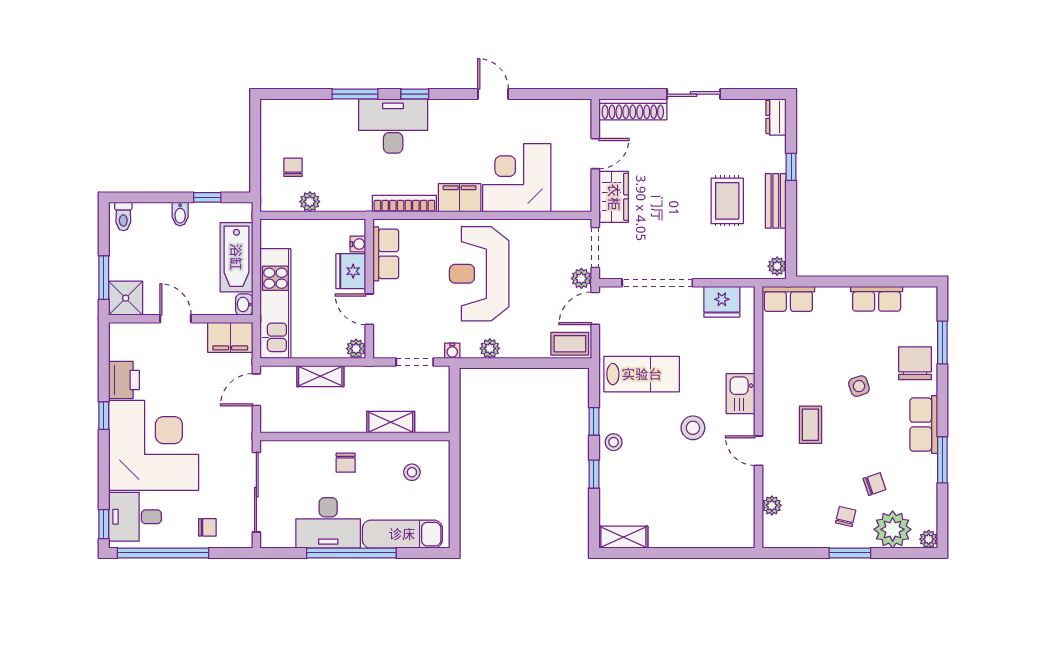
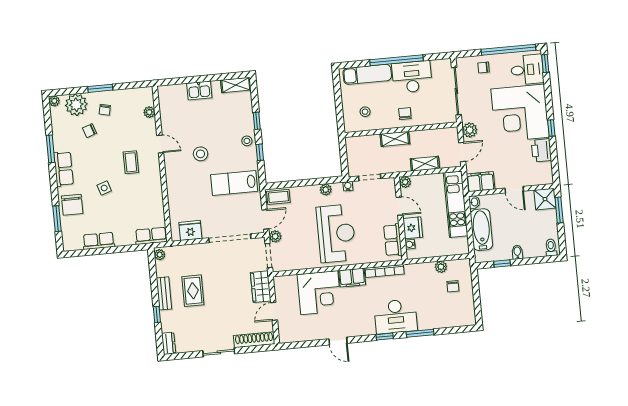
kitchen sink: (741, 394) -> (199, 90), moved, turned 90
shelving: (391, 422) -> (395, 139), moved
plant: (240, 425) -> (470, 130), added

